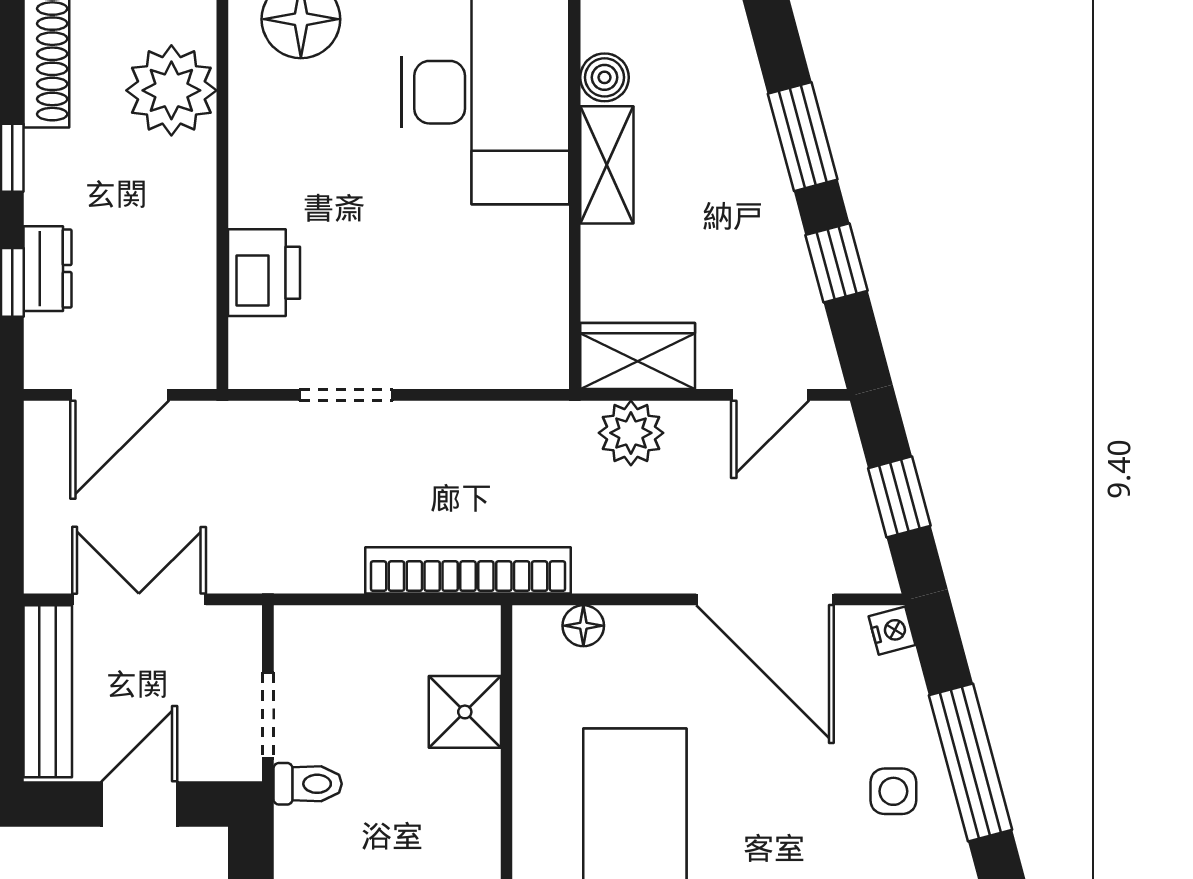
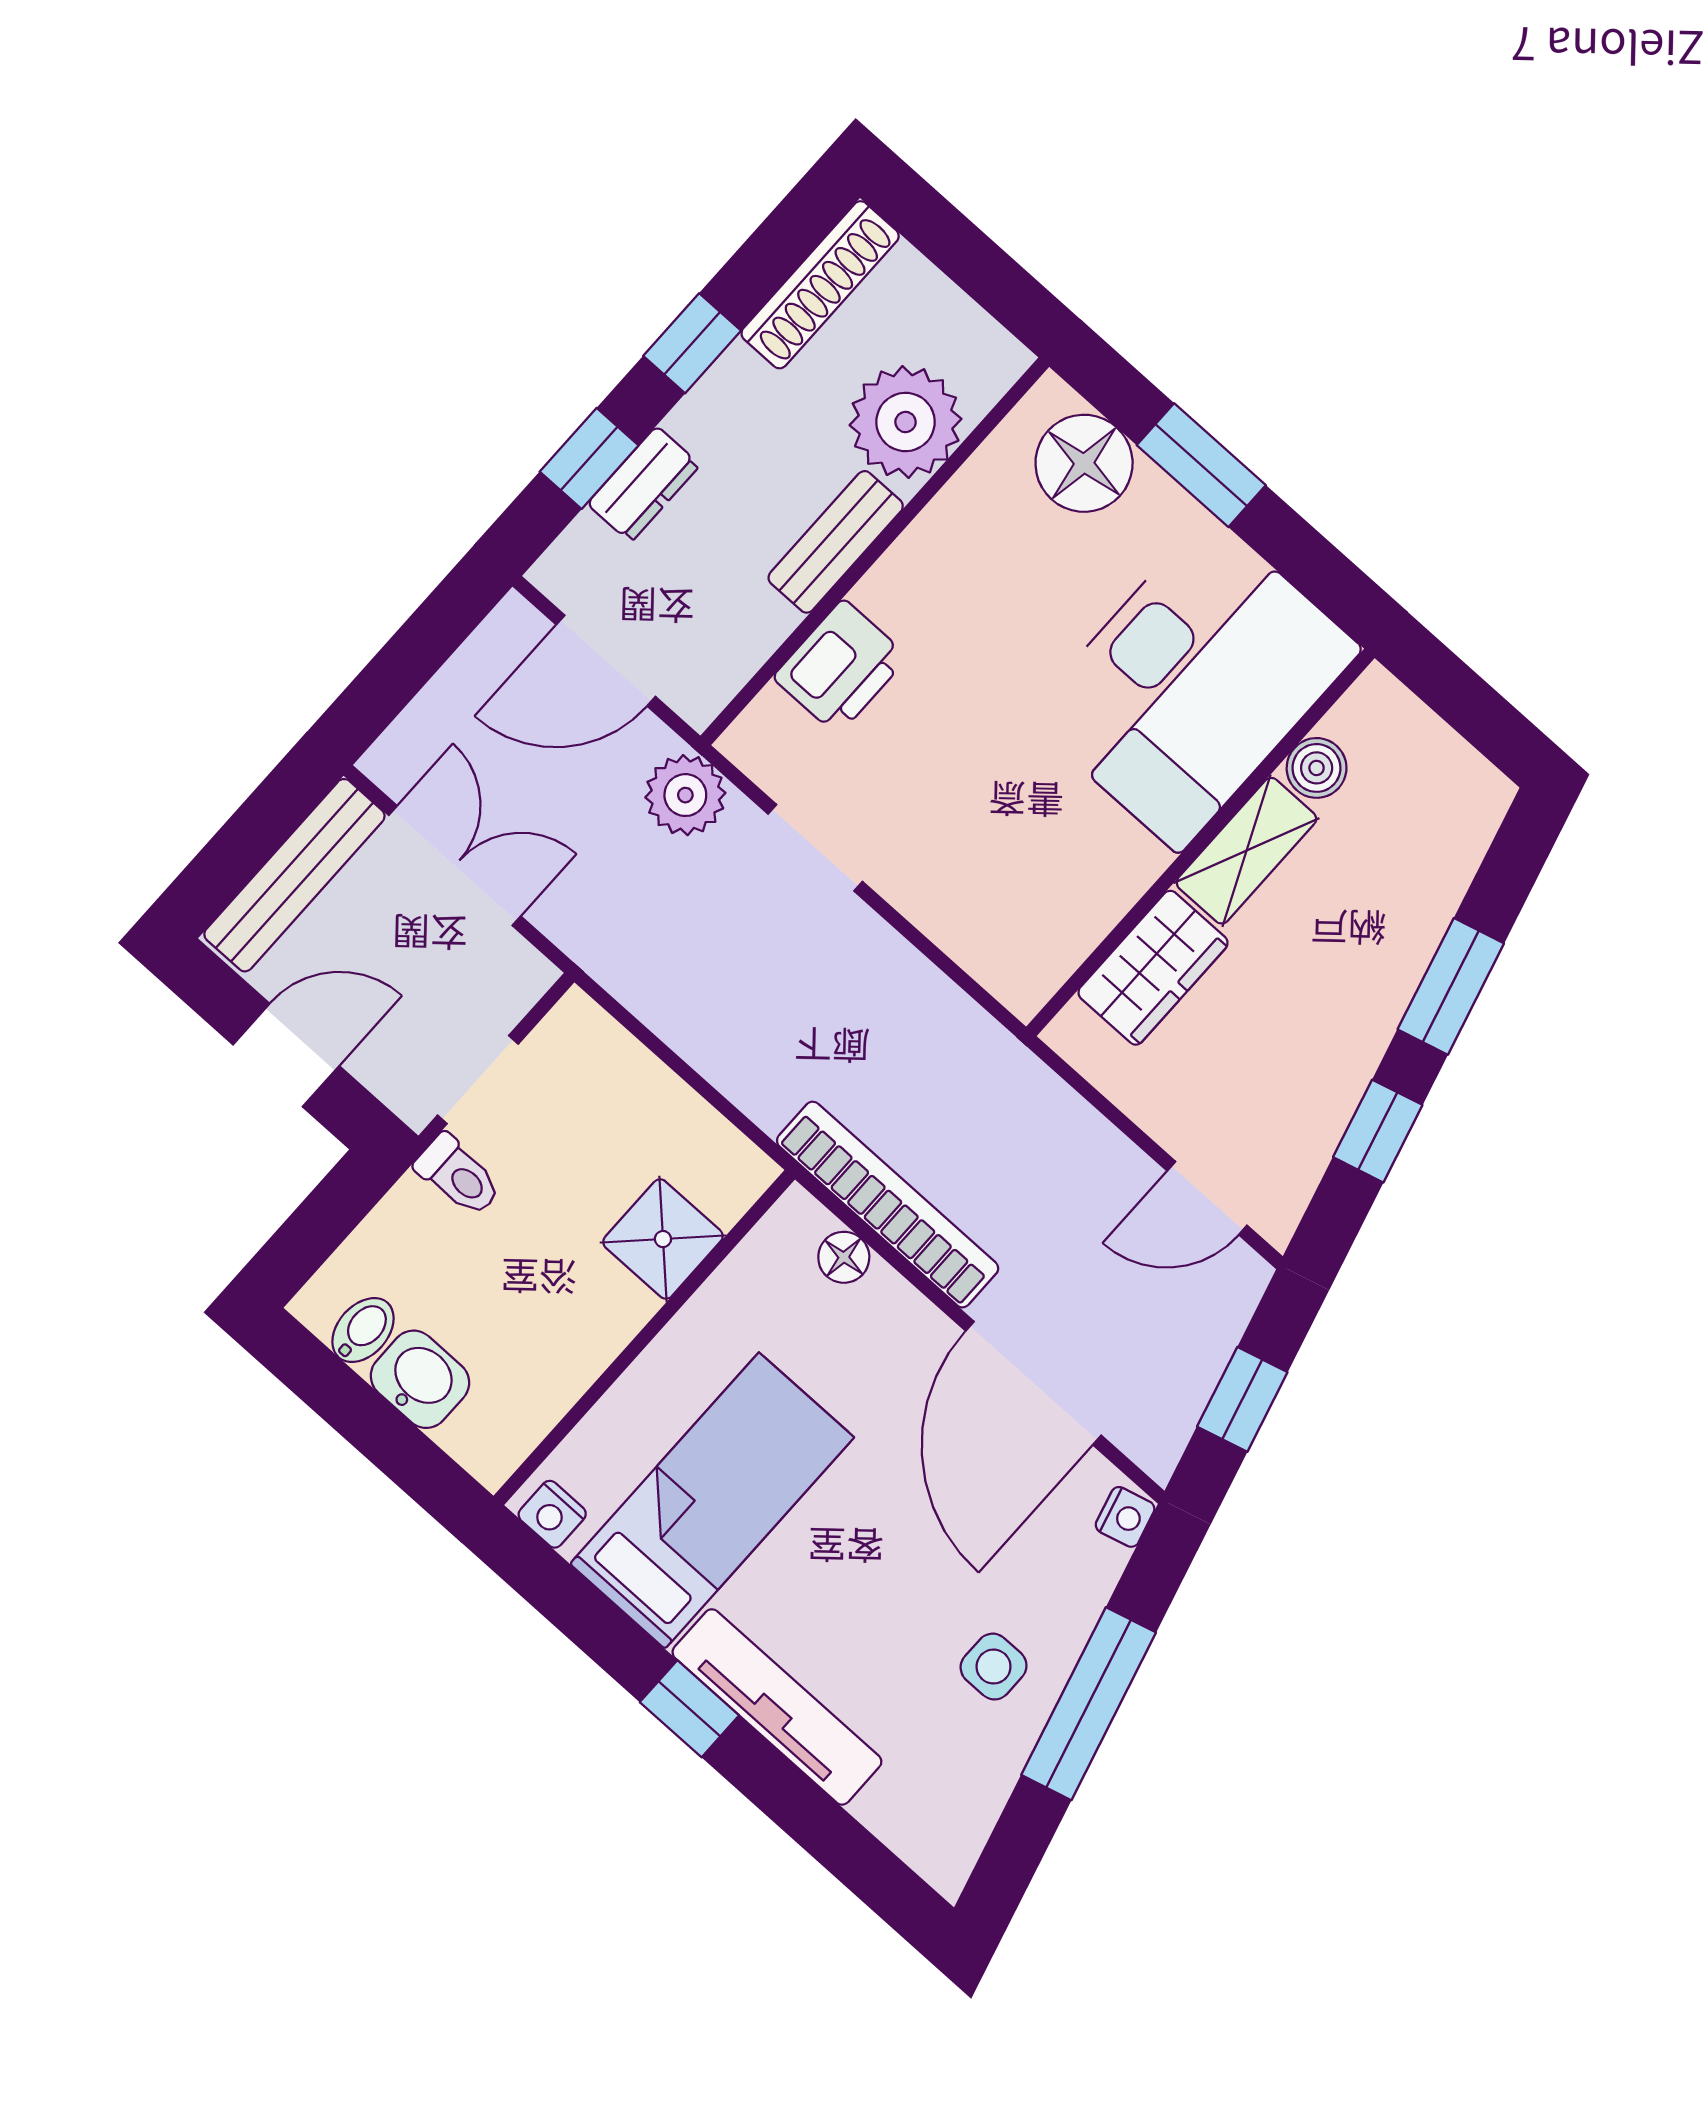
bench: (194, 200) -> (836, 542), added
wardrobe: (638, 356) -> (1153, 968), moved, turned 90
plant: (631, 433) -> (685, 795), moved
bookcase: (468, 570) -> (888, 1205), moved

